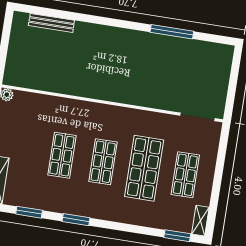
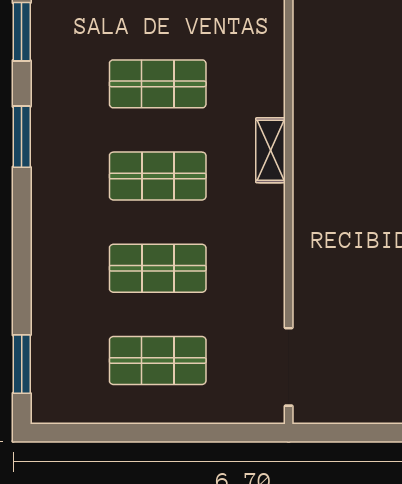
shop shelf: (144, 168) -> (158, 268), width x0.70, depth x0.74
shelving: (200, 221) -> (271, 150), moved, turned 90

